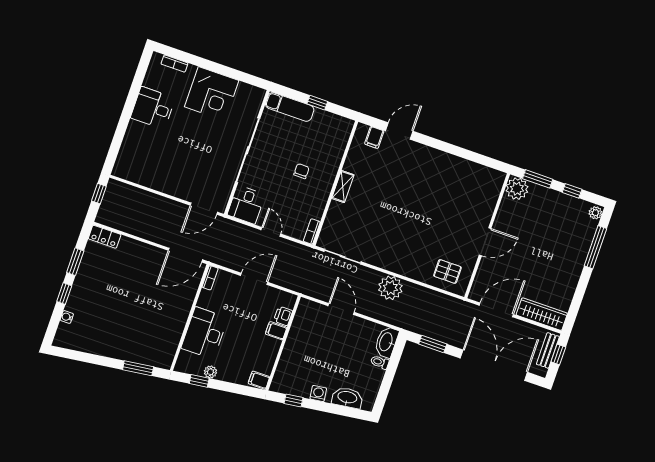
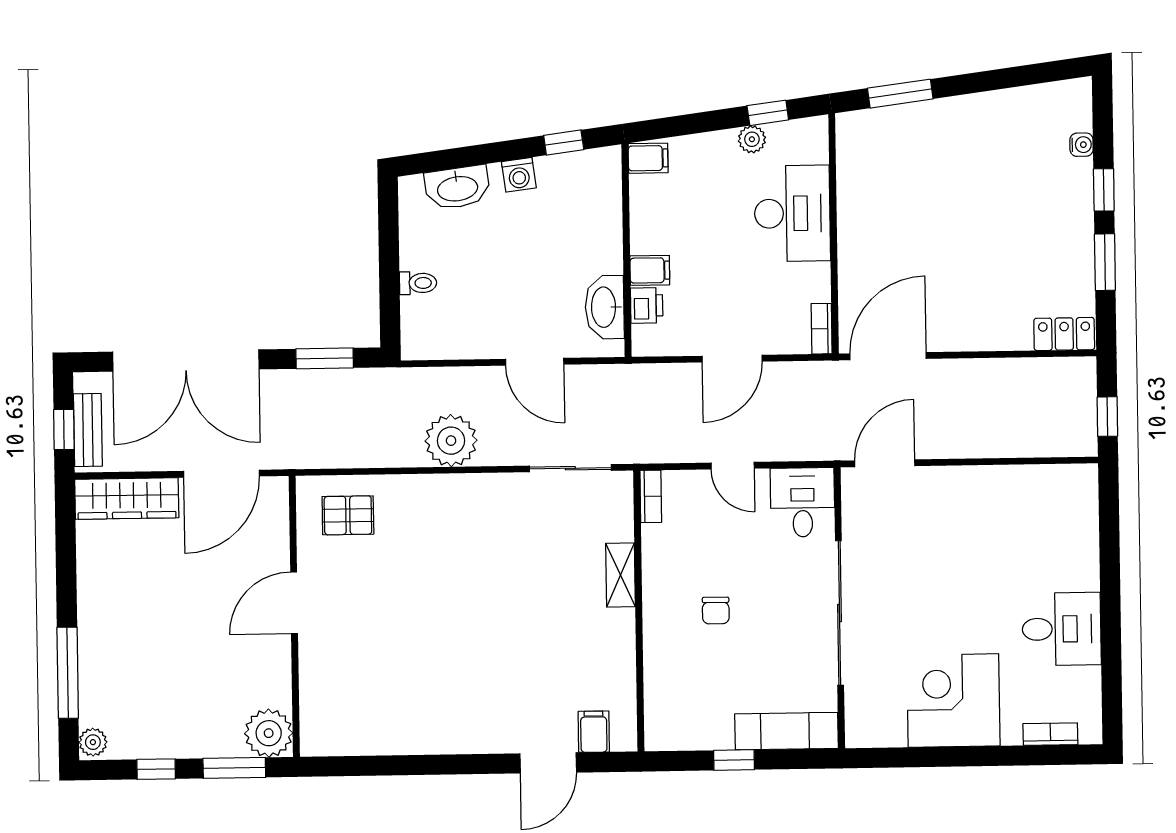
shelving: (343, 187) -> (621, 575), moved
washbasin: (386, 342) -> (605, 307), moved, turned 180

